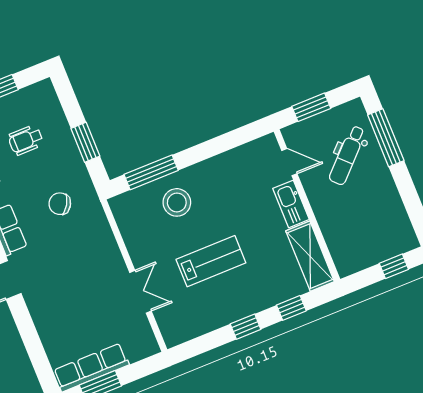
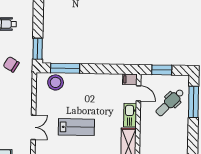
window: (85, 142) -> (38, 49), moved
filing cabinet: (265, 145) -> (130, 79), added
stool: (177, 202) -> (56, 82), moved

